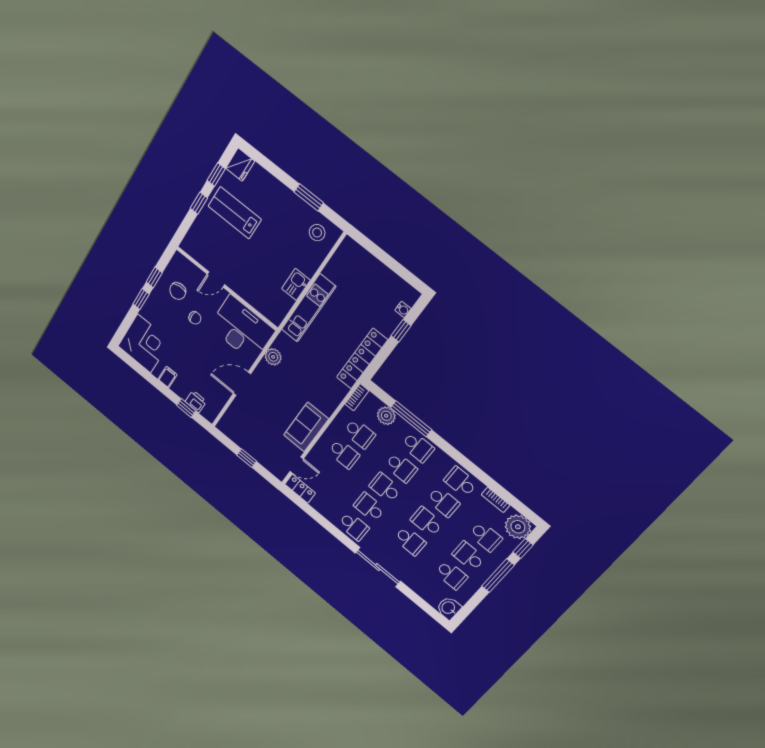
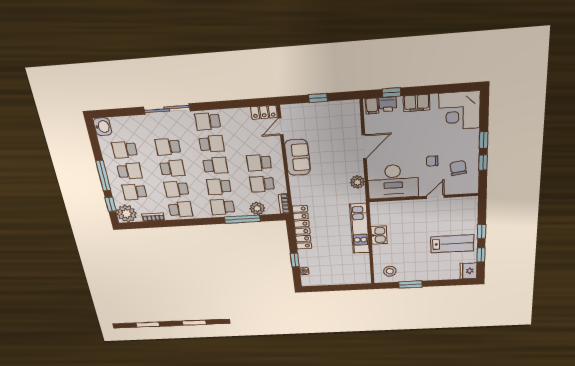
filing cabinet: (168, 377) -> (417, 103), width x2.00
filing cabinet: (209, 412) -> (372, 106), added

